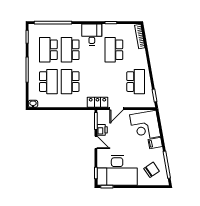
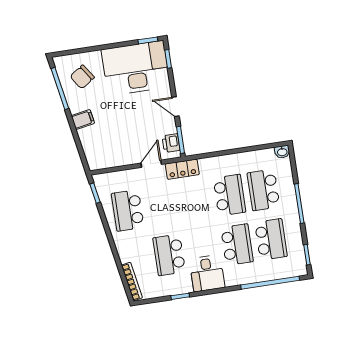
school desk: (114, 50) -> (169, 255), turned 180
corner desk: (145, 126) -> (103, 144), removed
printer: (102, 130) -> (171, 143), moved

